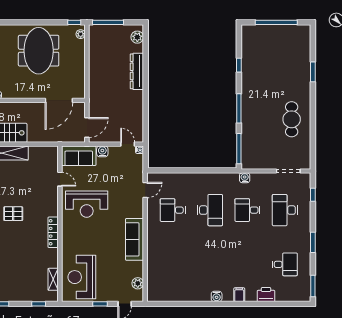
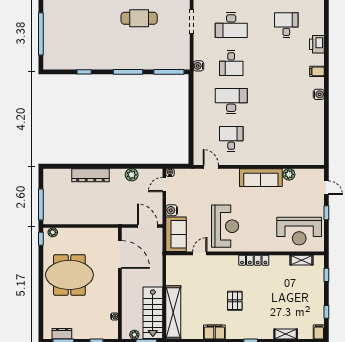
plant: (137, 37) -> (132, 175), moved
desk: (173, 210) -> (231, 139), turned 180
plant: (138, 283) -> (289, 174), moved

